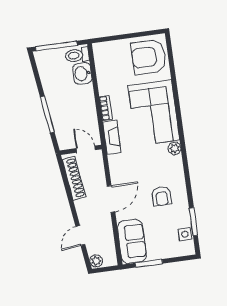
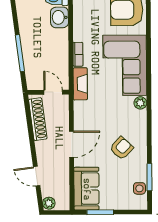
armchair: (162, 196) -> (121, 148), turned -137
door: (80, 235) -> (37, 176), hinge flipped

